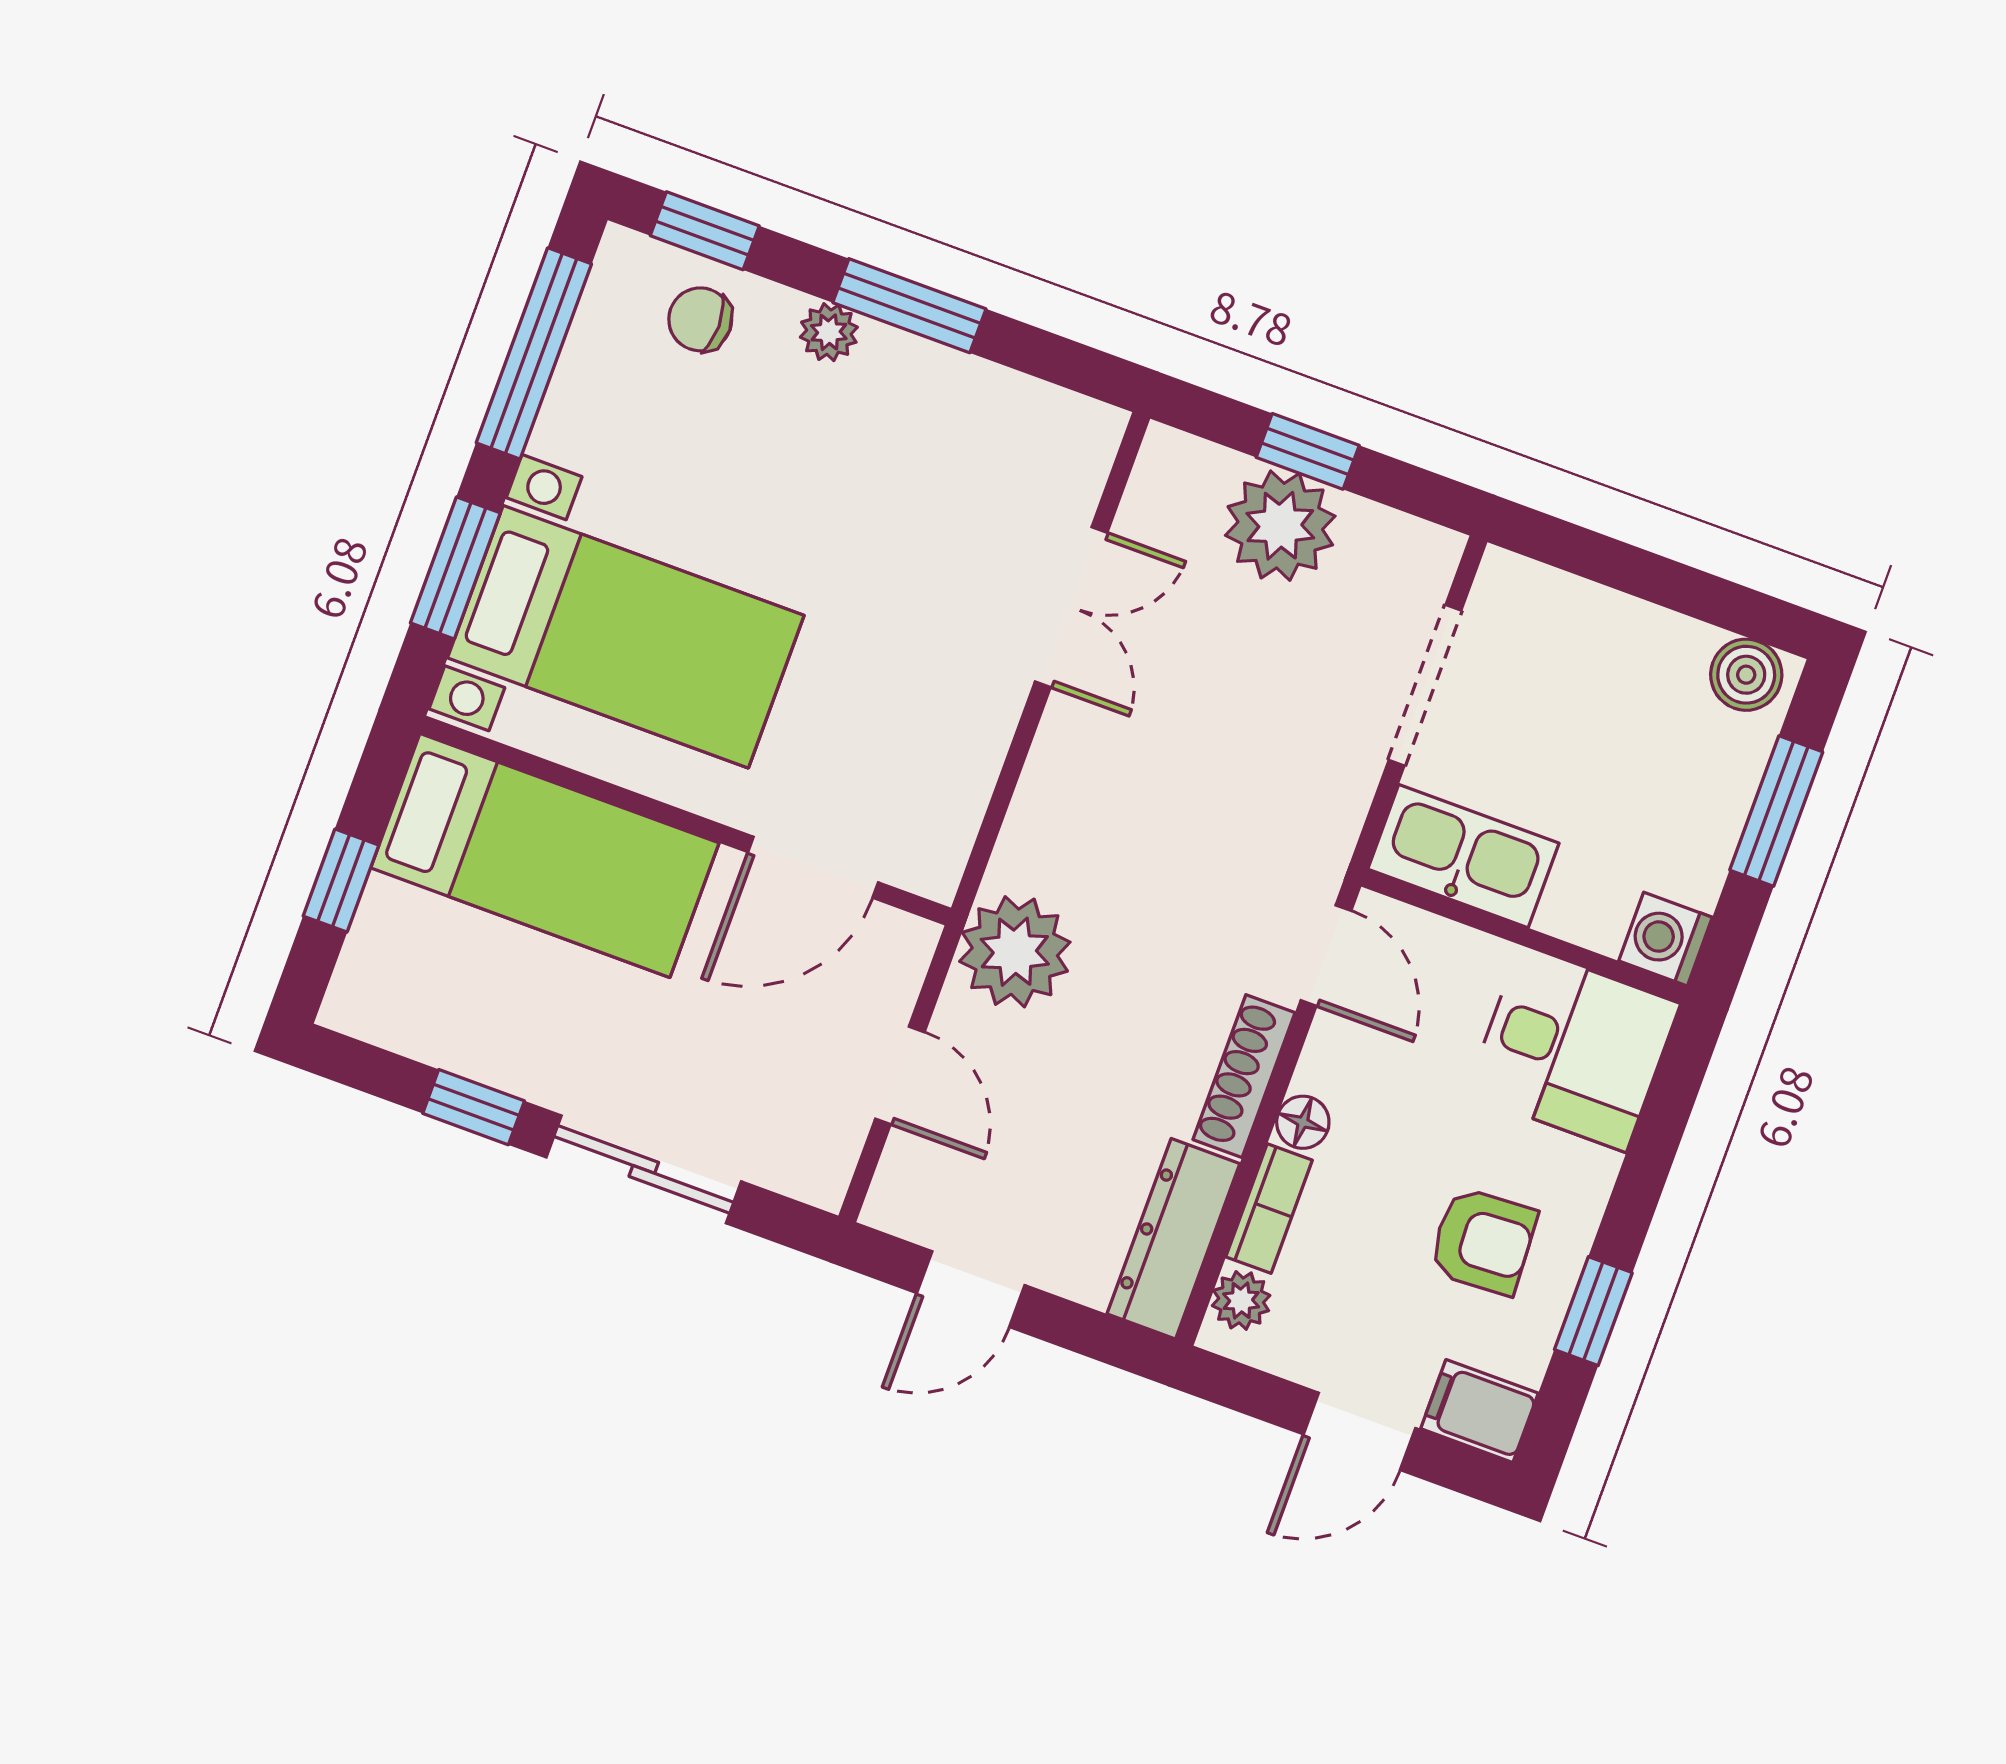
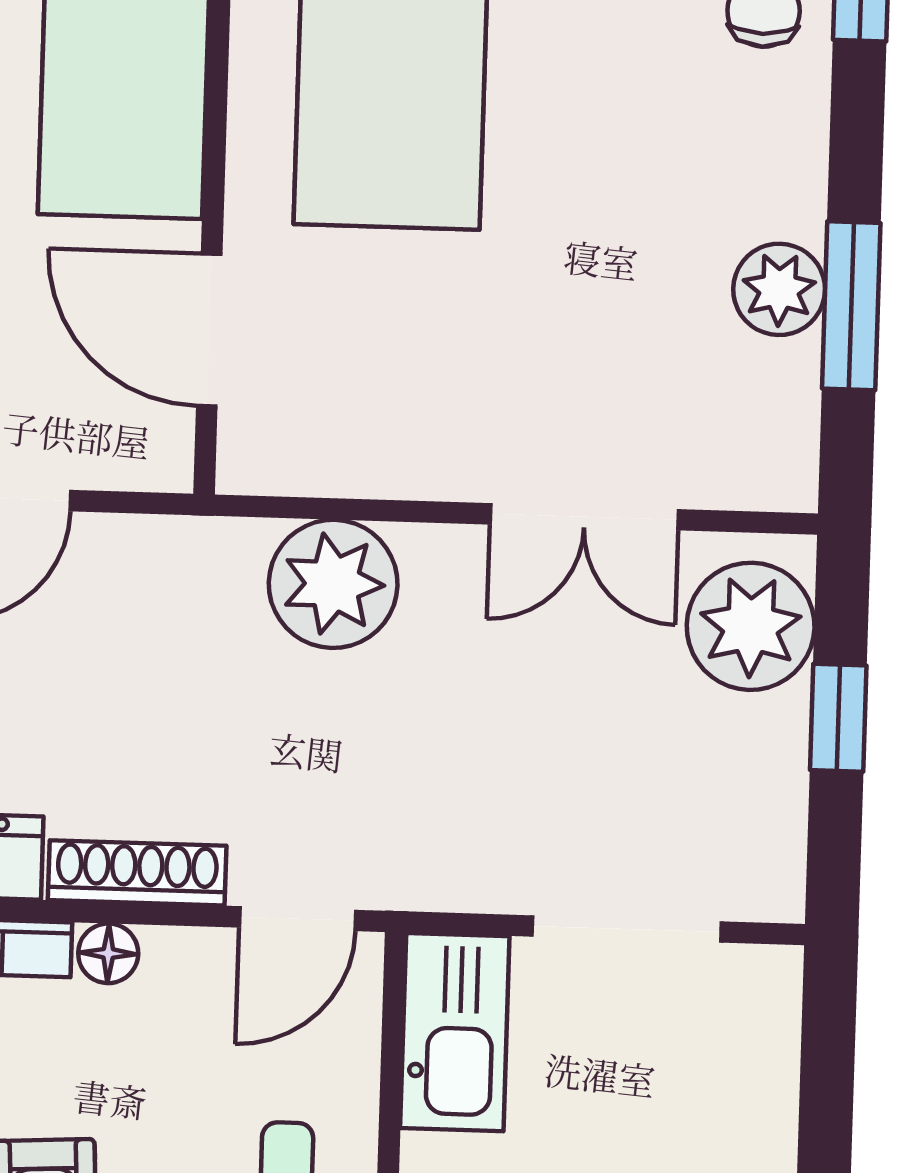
window: (909, 306) -> (851, 306), moved
plant: (829, 332) -> (779, 289), moved, width x1.38, depth x1.38
plant: (1280, 526) -> (751, 626), moved
plant: (1015, 952) -> (333, 584), moved

